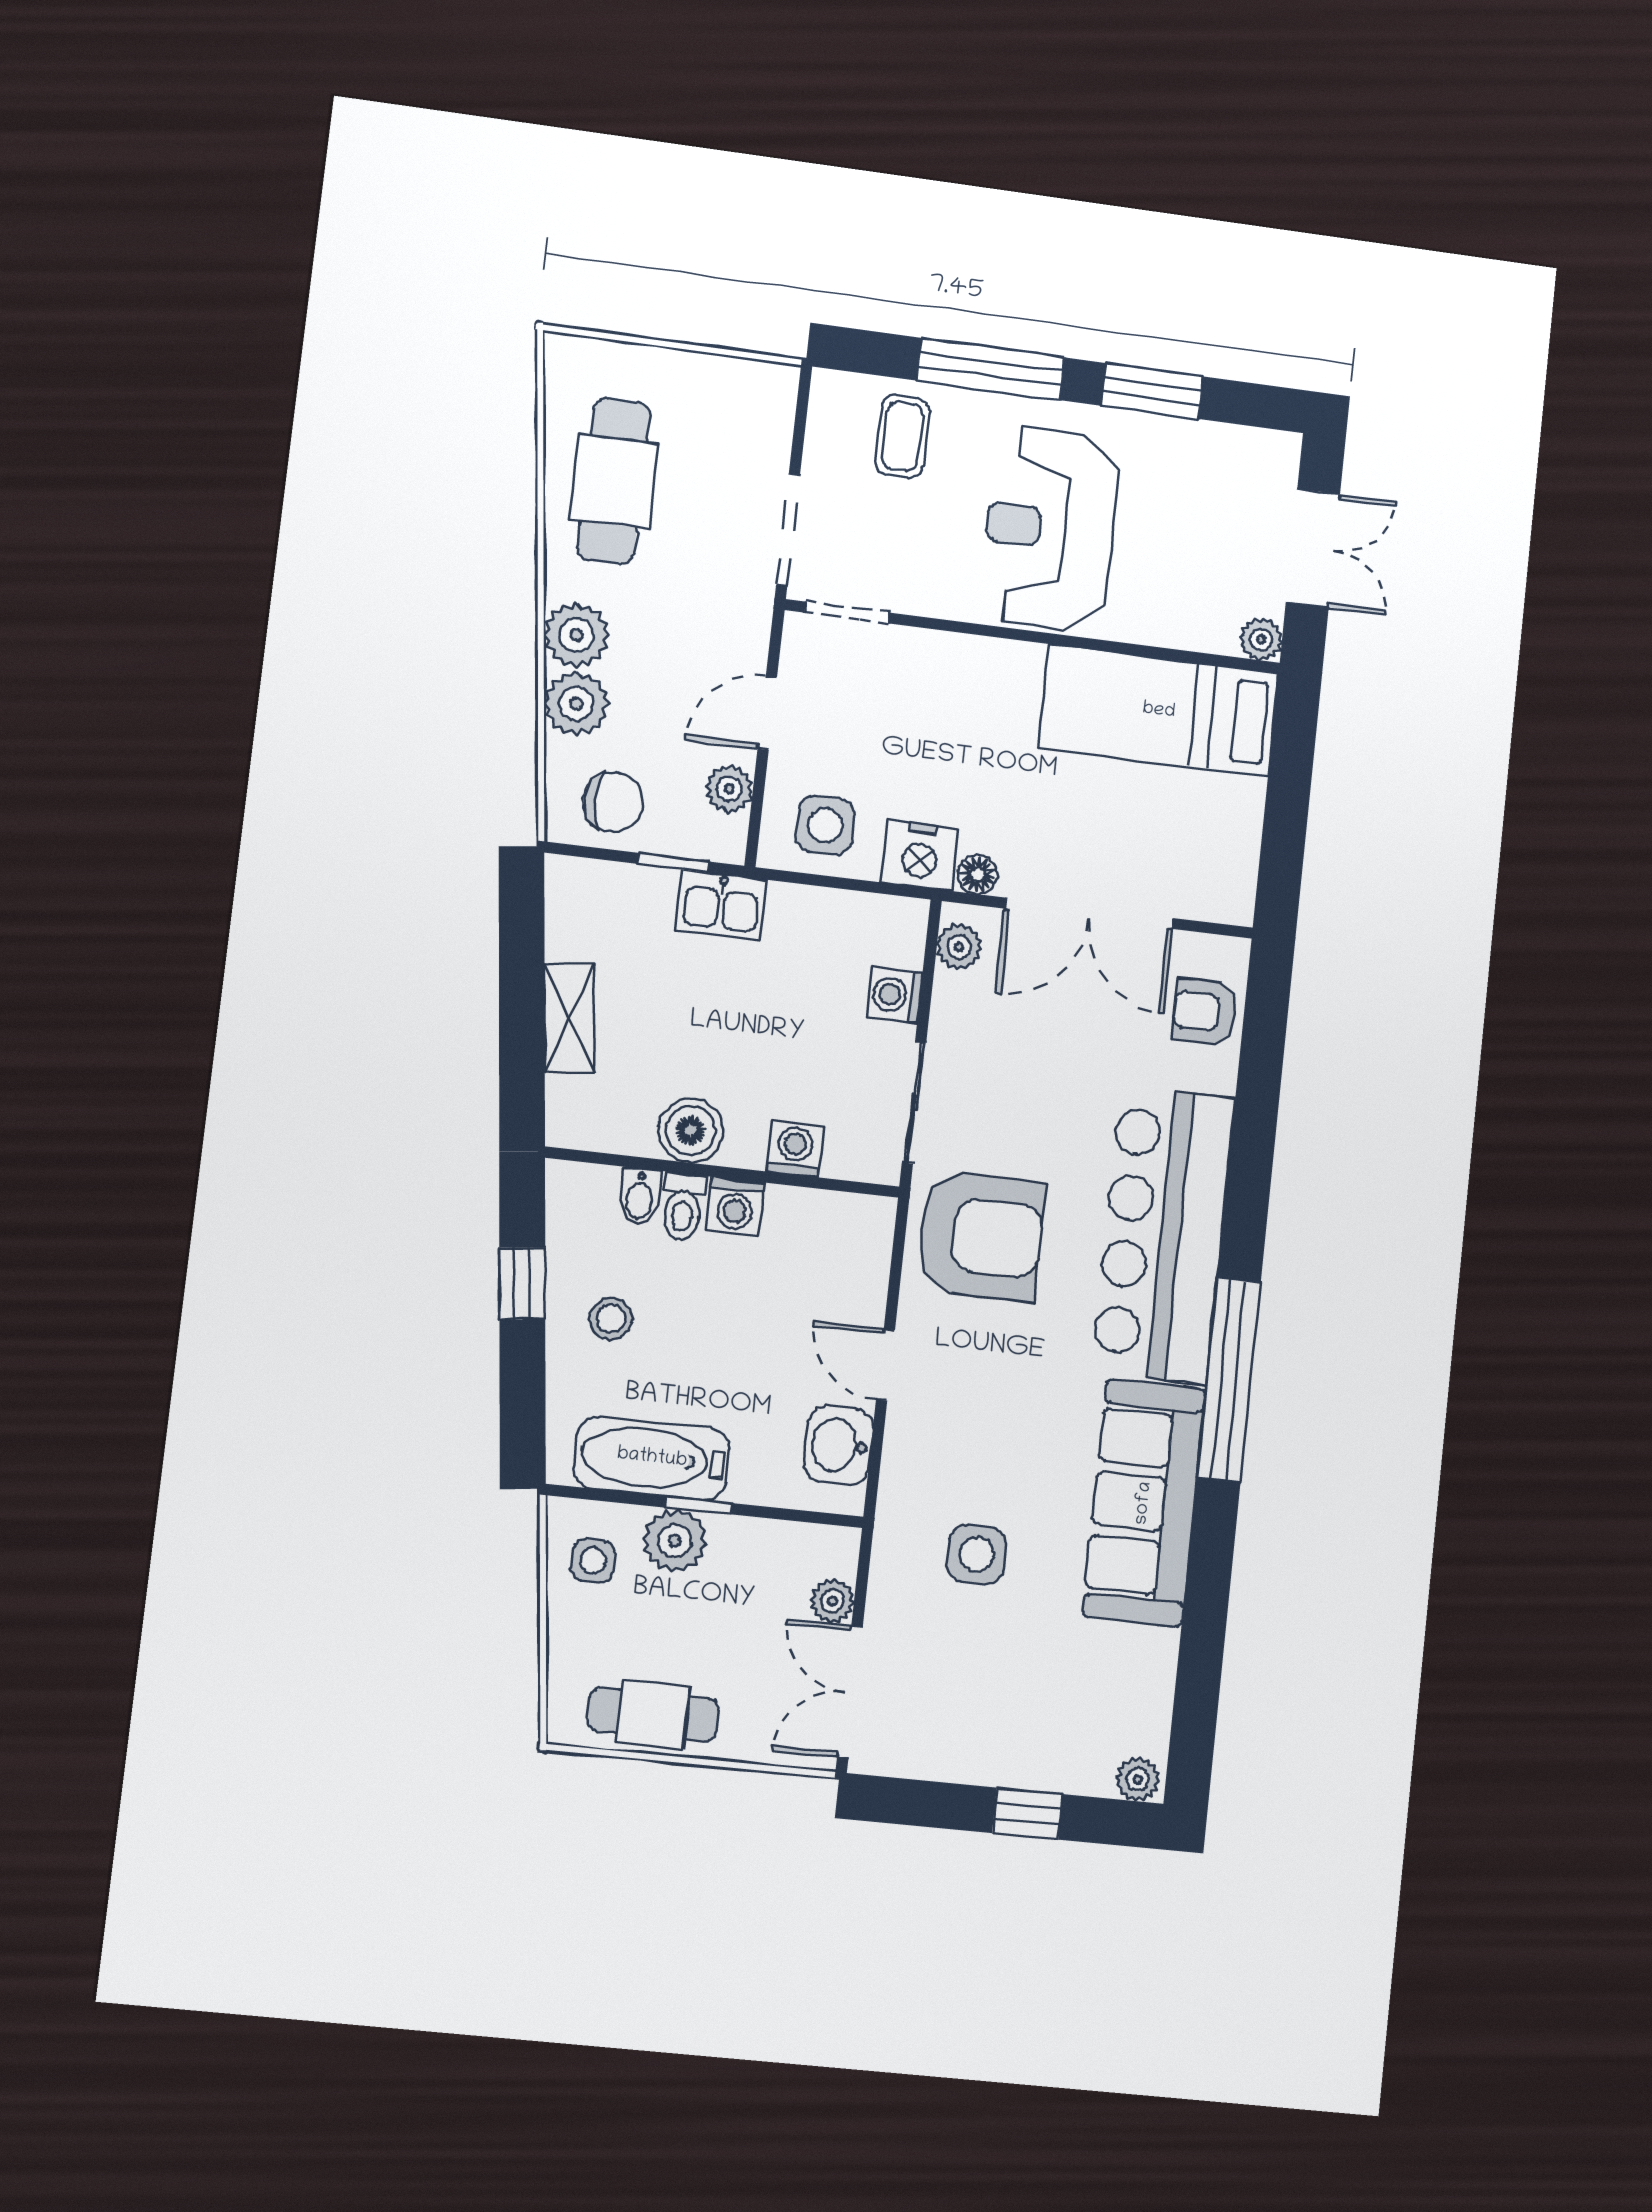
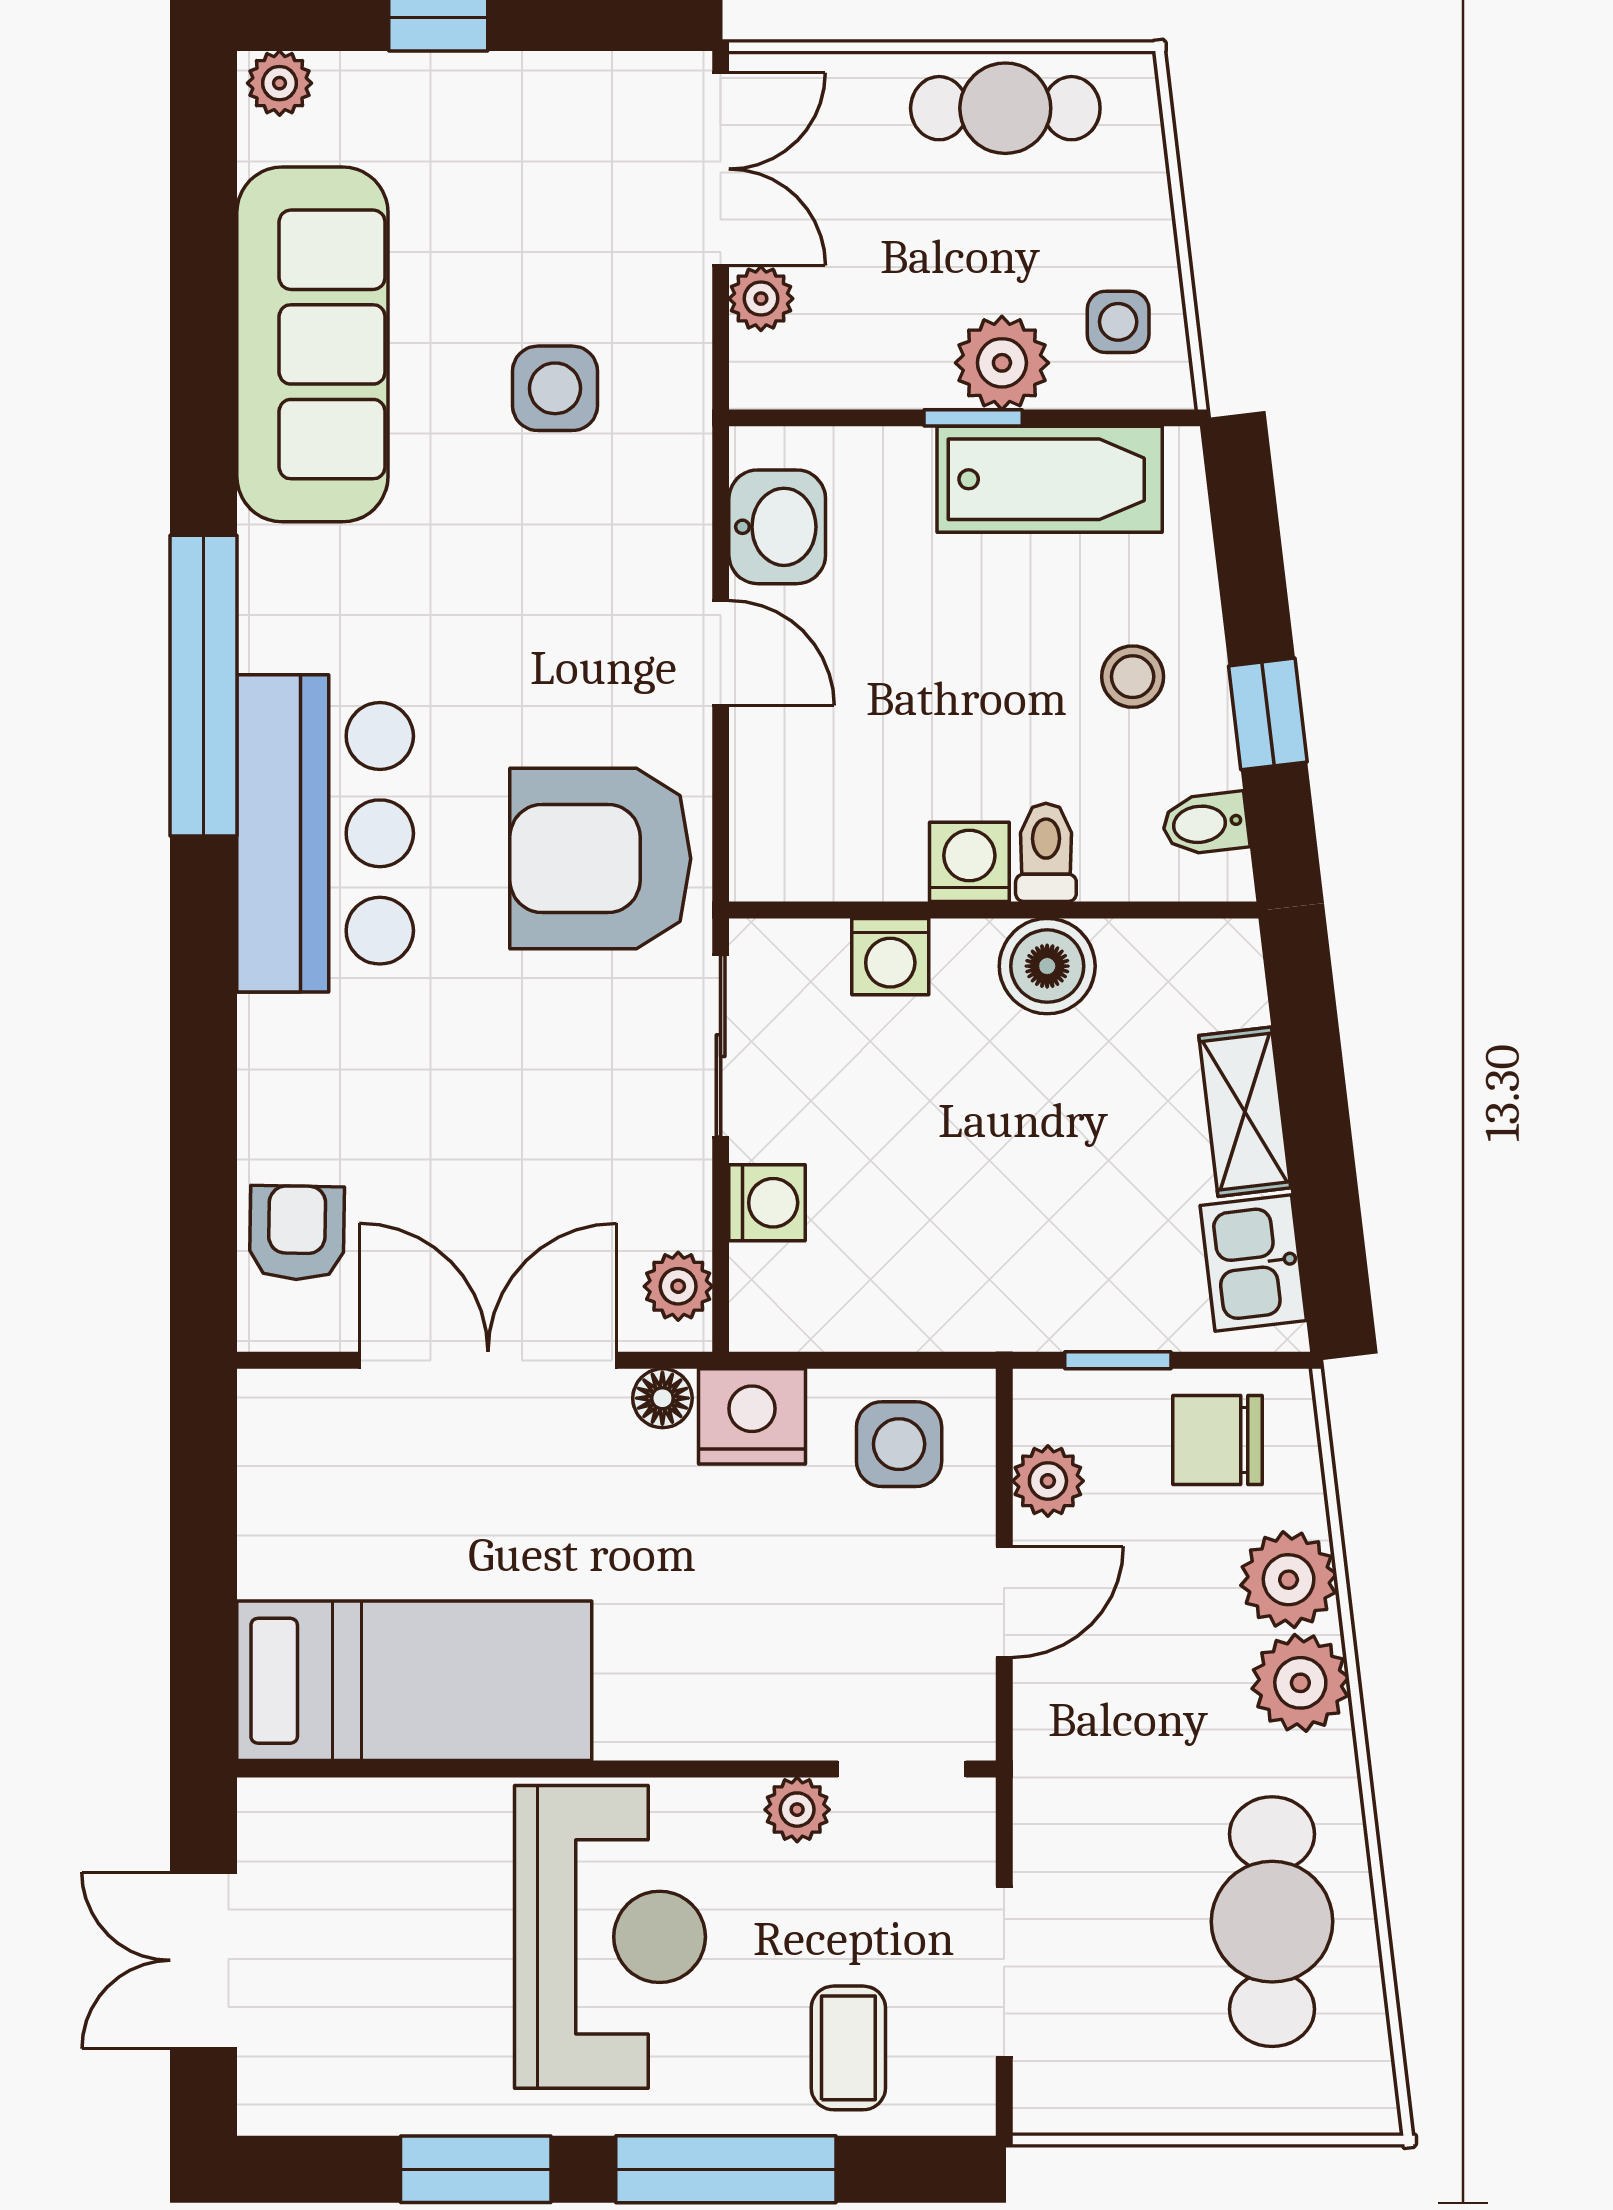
doorway: (788, 530) -> (1004, 1972), moved
plant: (1261, 639) -> (797, 1810), moved
kitchen sink: (721, 905) -> (1253, 1263), moved, turned -97
armchair: (1205, 1012) -> (297, 1233), turned -89
bidet: (640, 1197) -> (1205, 824), moved, turned -97
bar counter: (1163, 1235) -> (325, 833), width x0.73
sofa: (1144, 1503) -> (312, 344), moved

